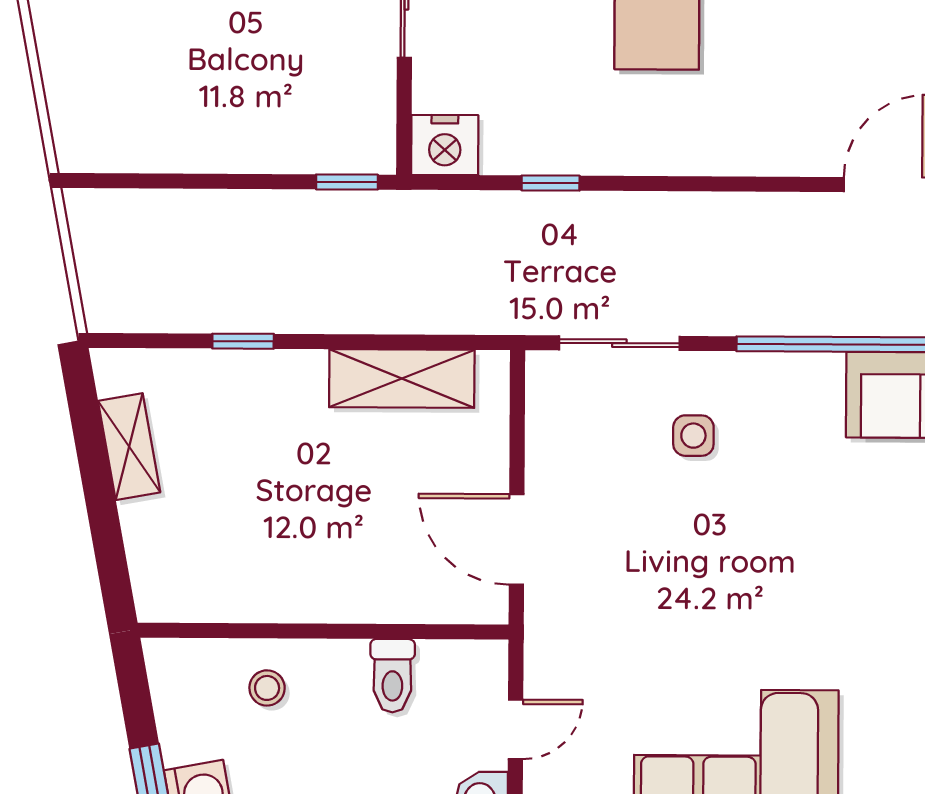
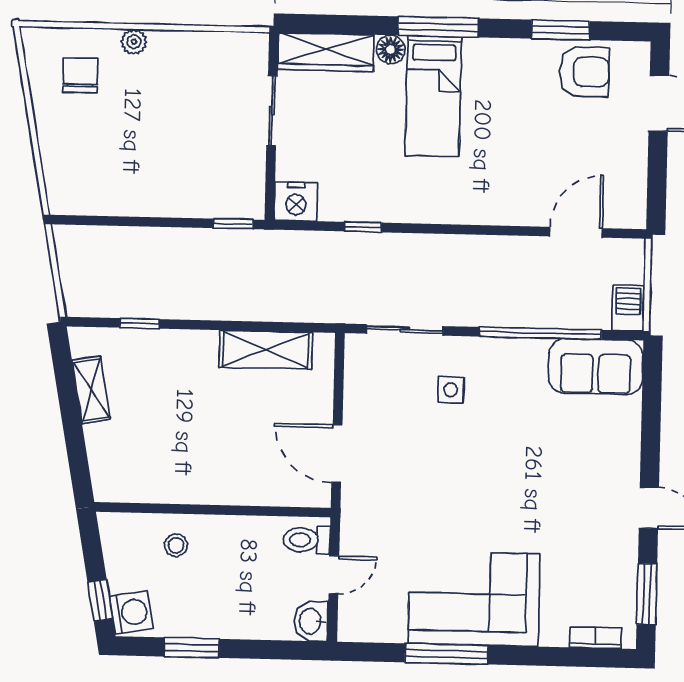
window: (243, 341) -> (140, 323), moved
toilet: (392, 676) -> (307, 540), moved, turned 90

